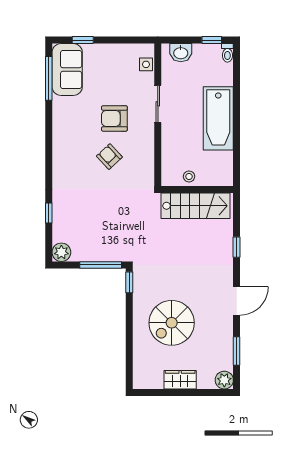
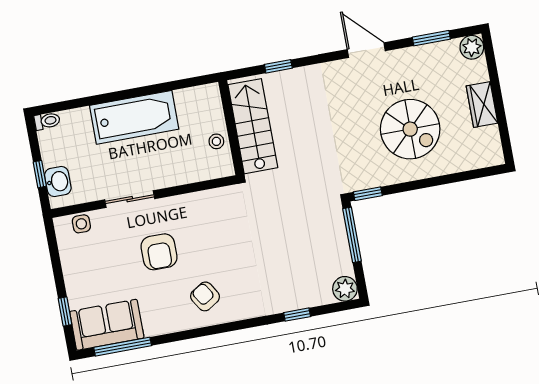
window: (212, 40) -> (40, 174), moved
armchair: (109, 157) -> (205, 296), moved, turned 101
window: (237, 247) -> (278, 66), moved

